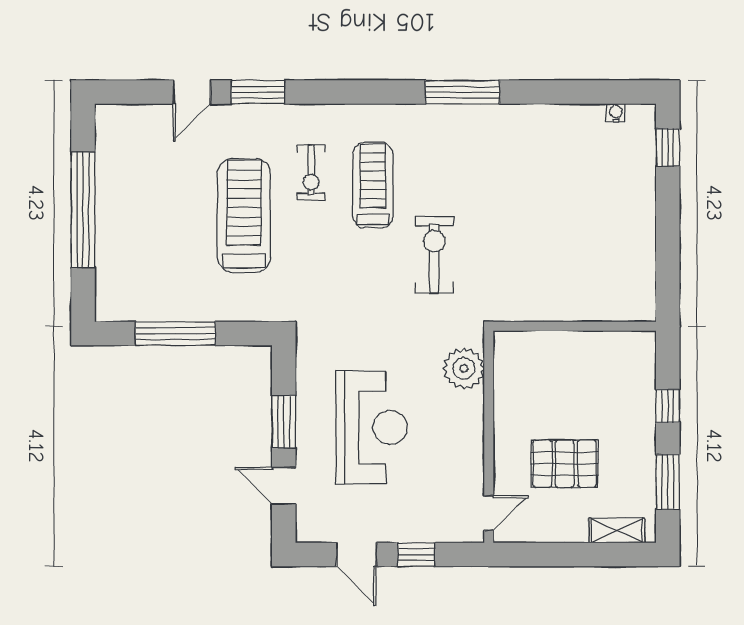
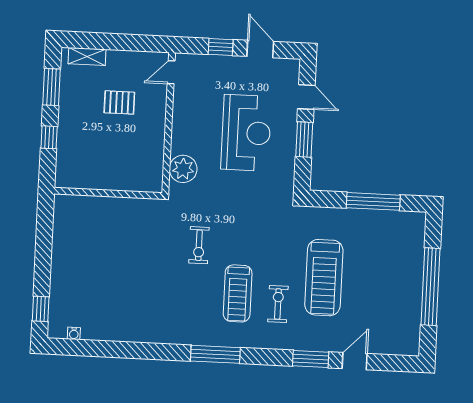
window: (462, 92) -> (215, 354), moved
exercise bike: (434, 255) -> (199, 245), width x0.73, depth x0.72
reception desk: (372, 427) -> (246, 133), turned 180
pallet: (565, 464) -> (119, 102), width x0.67, depth x0.71

